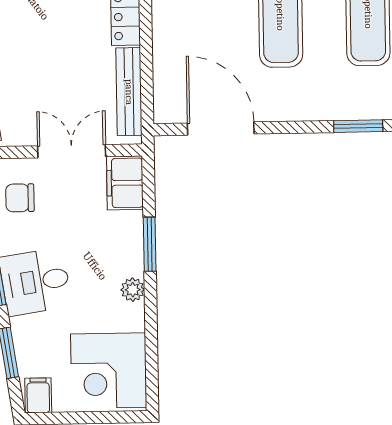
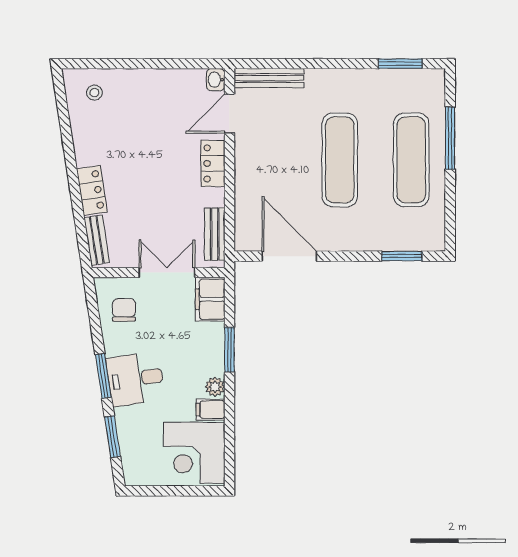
bench: (129, 92) -> (215, 234), width x0.73
chair: (20, 198) -> (124, 310), turned 90
filing cabinet: (38, 395) -> (210, 409), moved, turned -90

